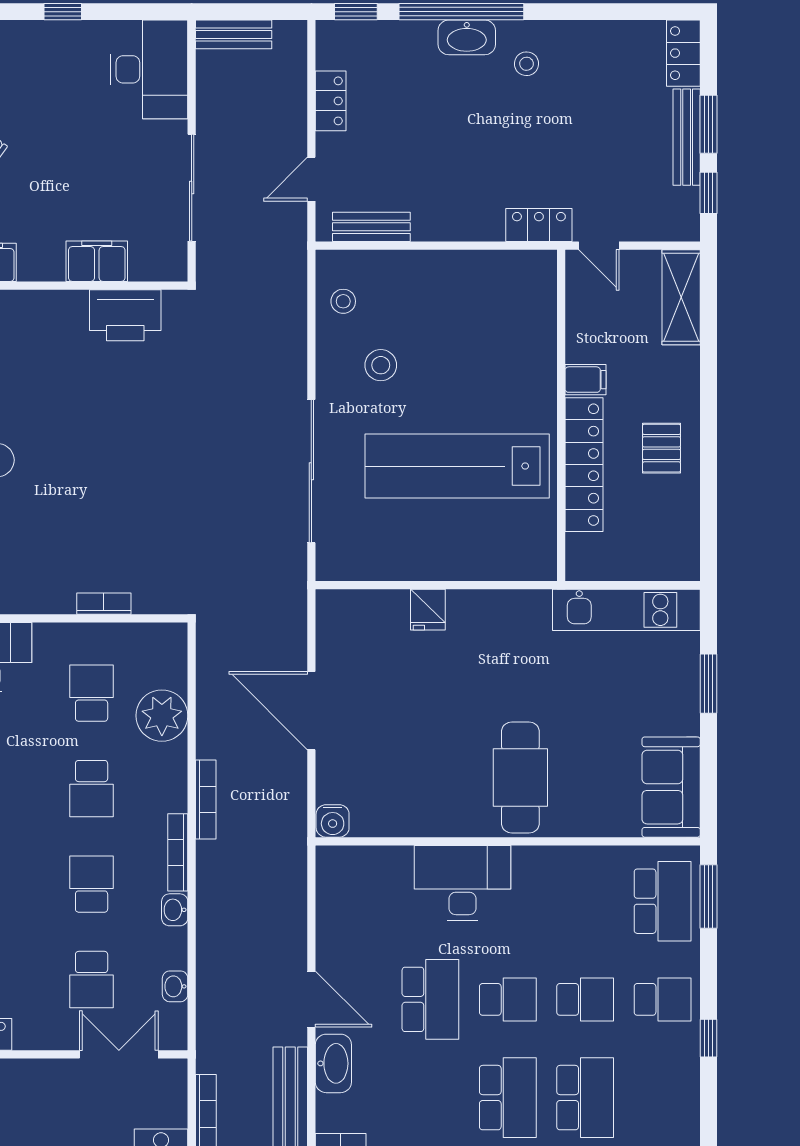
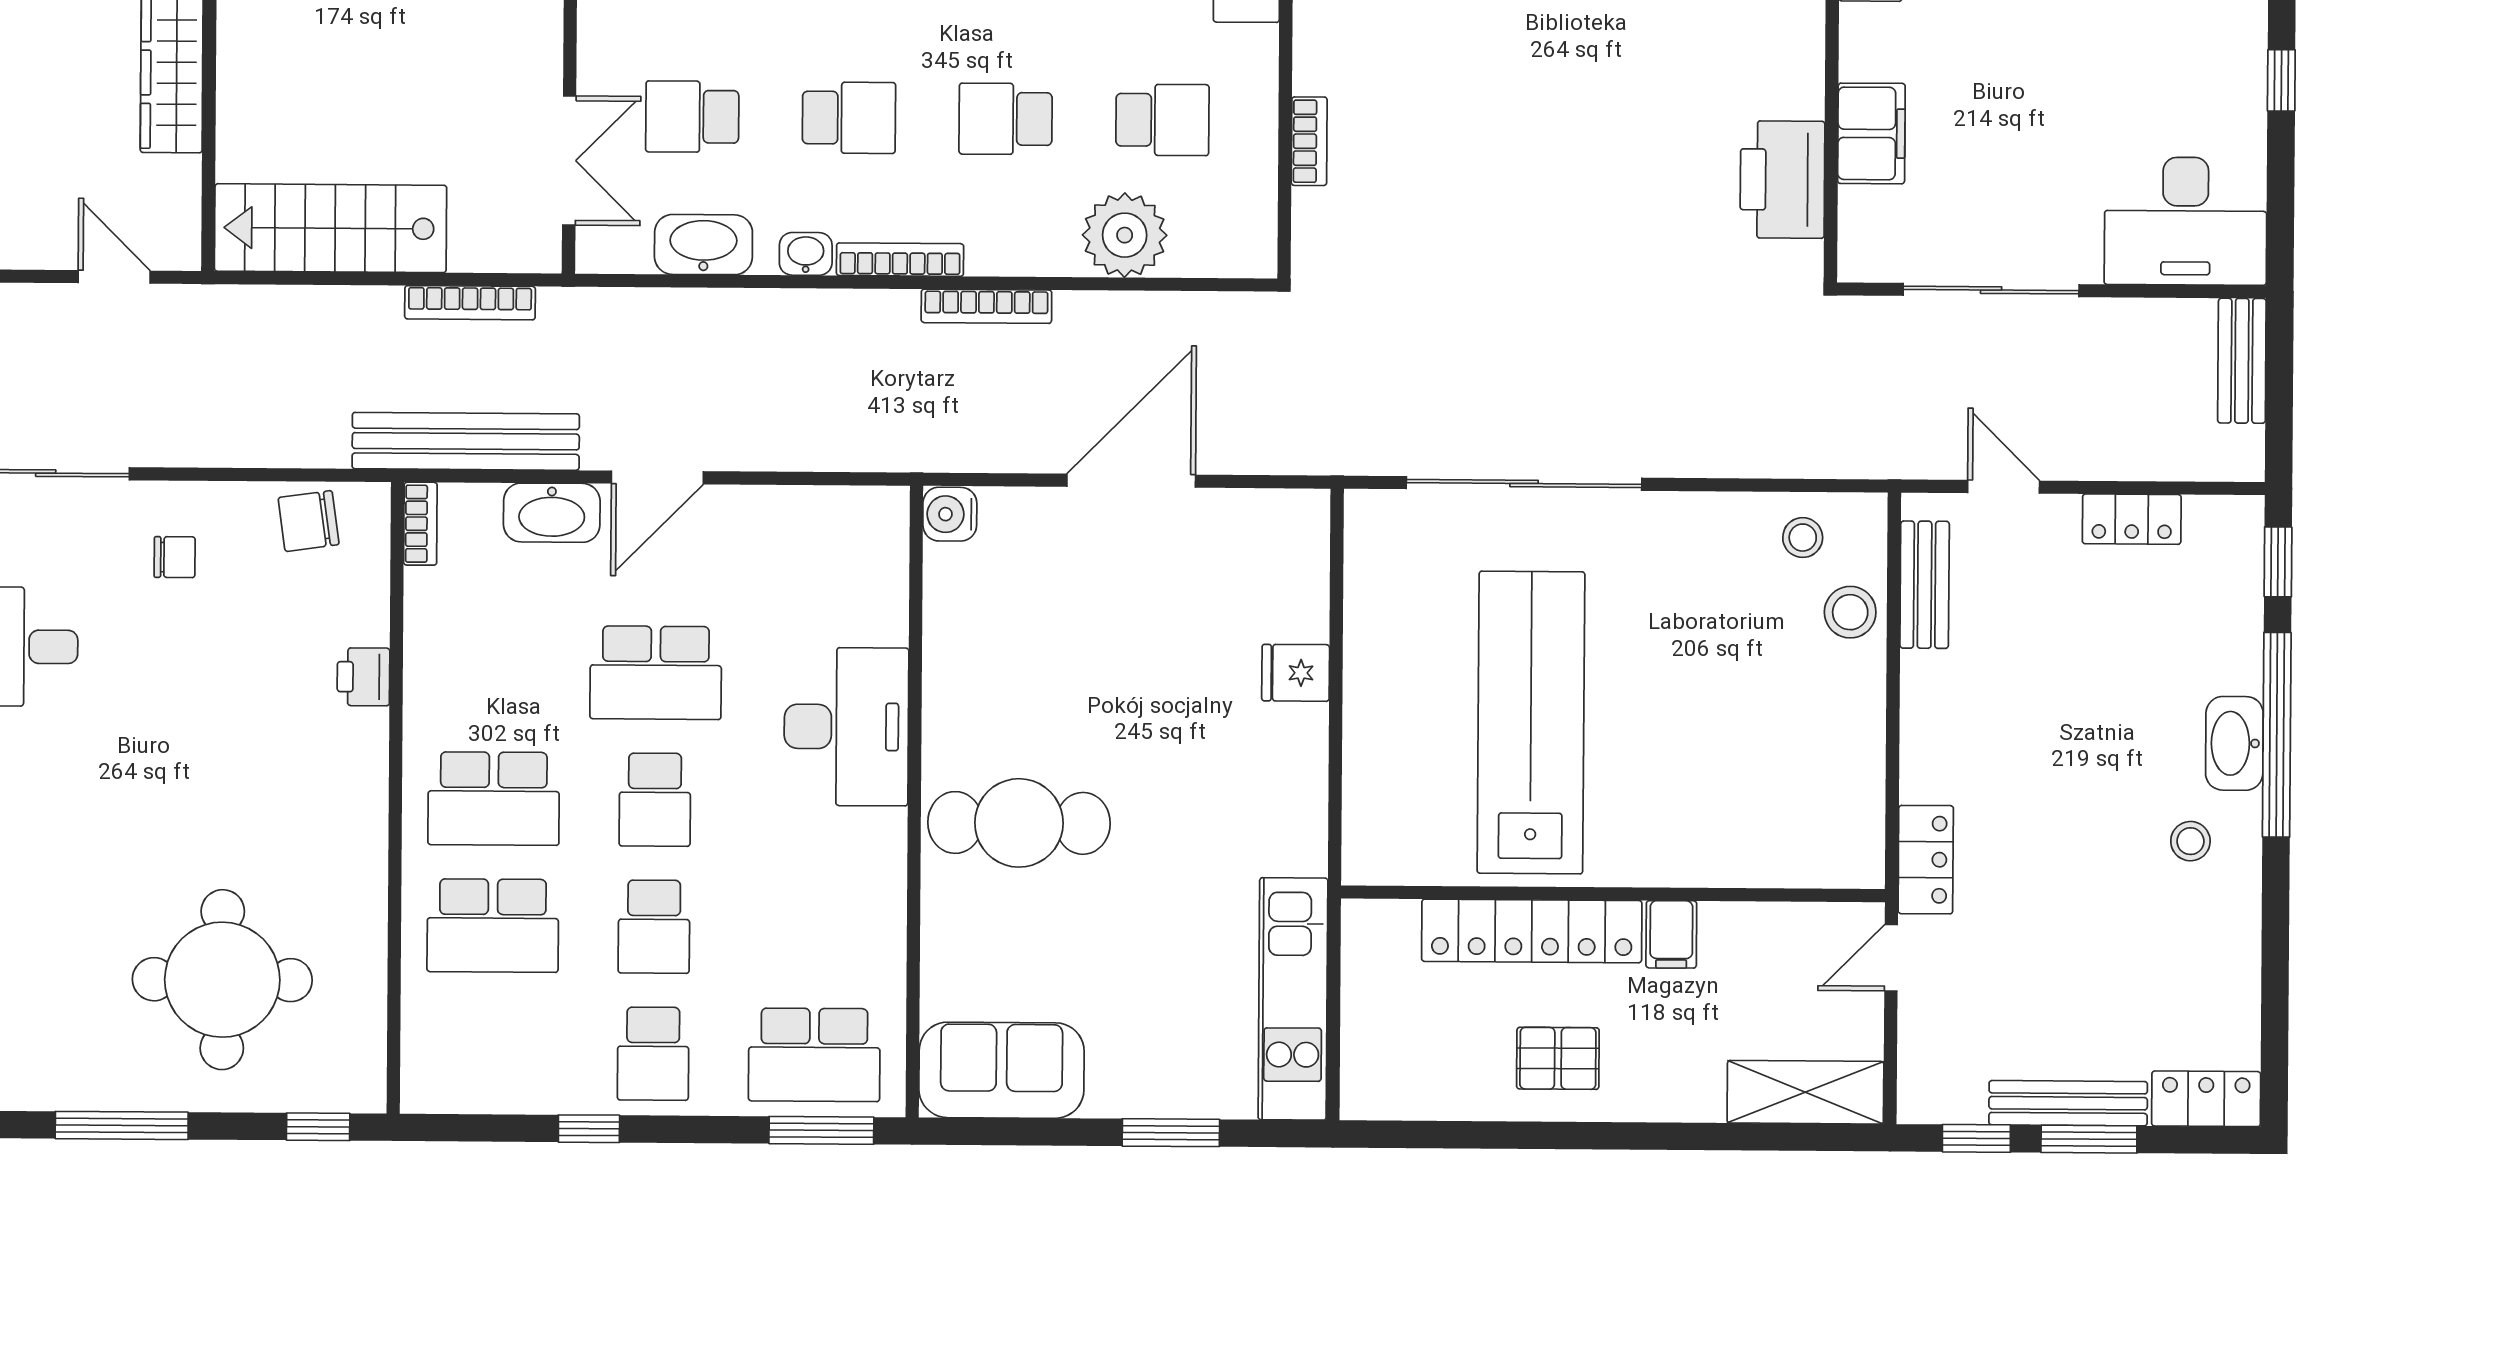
stool: (381, 365) -> (1850, 612), moved
washbasin: (175, 986) -> (703, 245), width x1.91, depth x1.45

